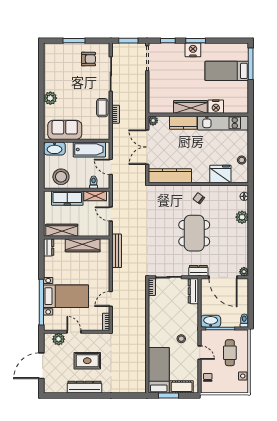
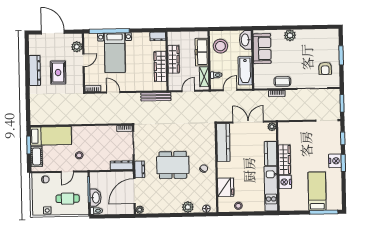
wardrobe: (62, 230) -> (173, 59), moved
washbasin: (211, 321) -> (96, 198), moved

